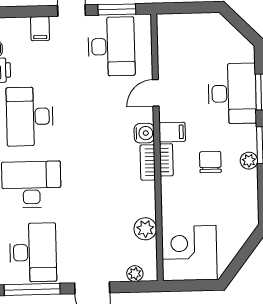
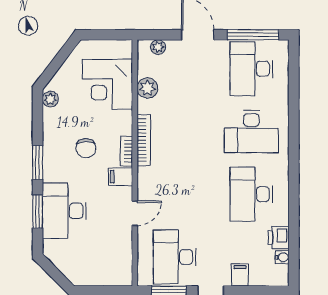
desk: (30, 116) -> (251, 194), turned 180
water cooler: (144, 133) -> (146, 176), removed
plant: (249, 161) -> (50, 99), moved
bookcase: (148, 162) -> (144, 140), width x1.56
corner desk: (189, 253) -> (107, 84), moved, turned 90

